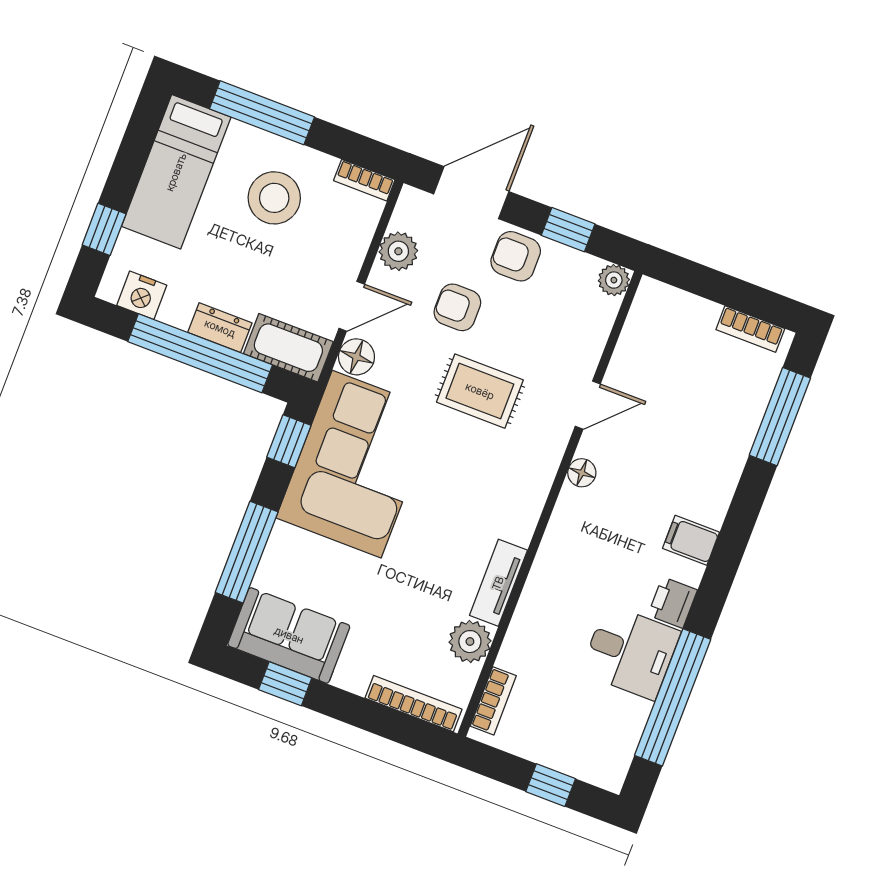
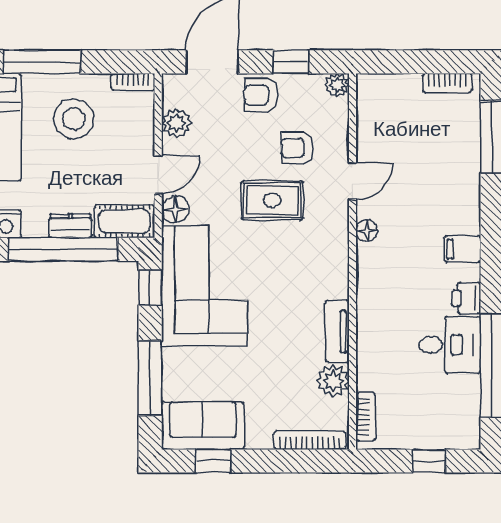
armchair: (457, 307) -> (297, 148), moved

